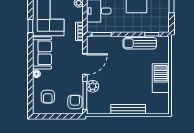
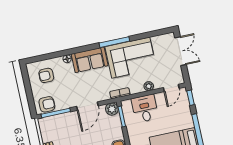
window: (30, 26) -> (114, 42), width x2.17
door: (85, 64) -> (87, 106), hinge flipped
plant: (93, 86) -> (112, 109), moved

